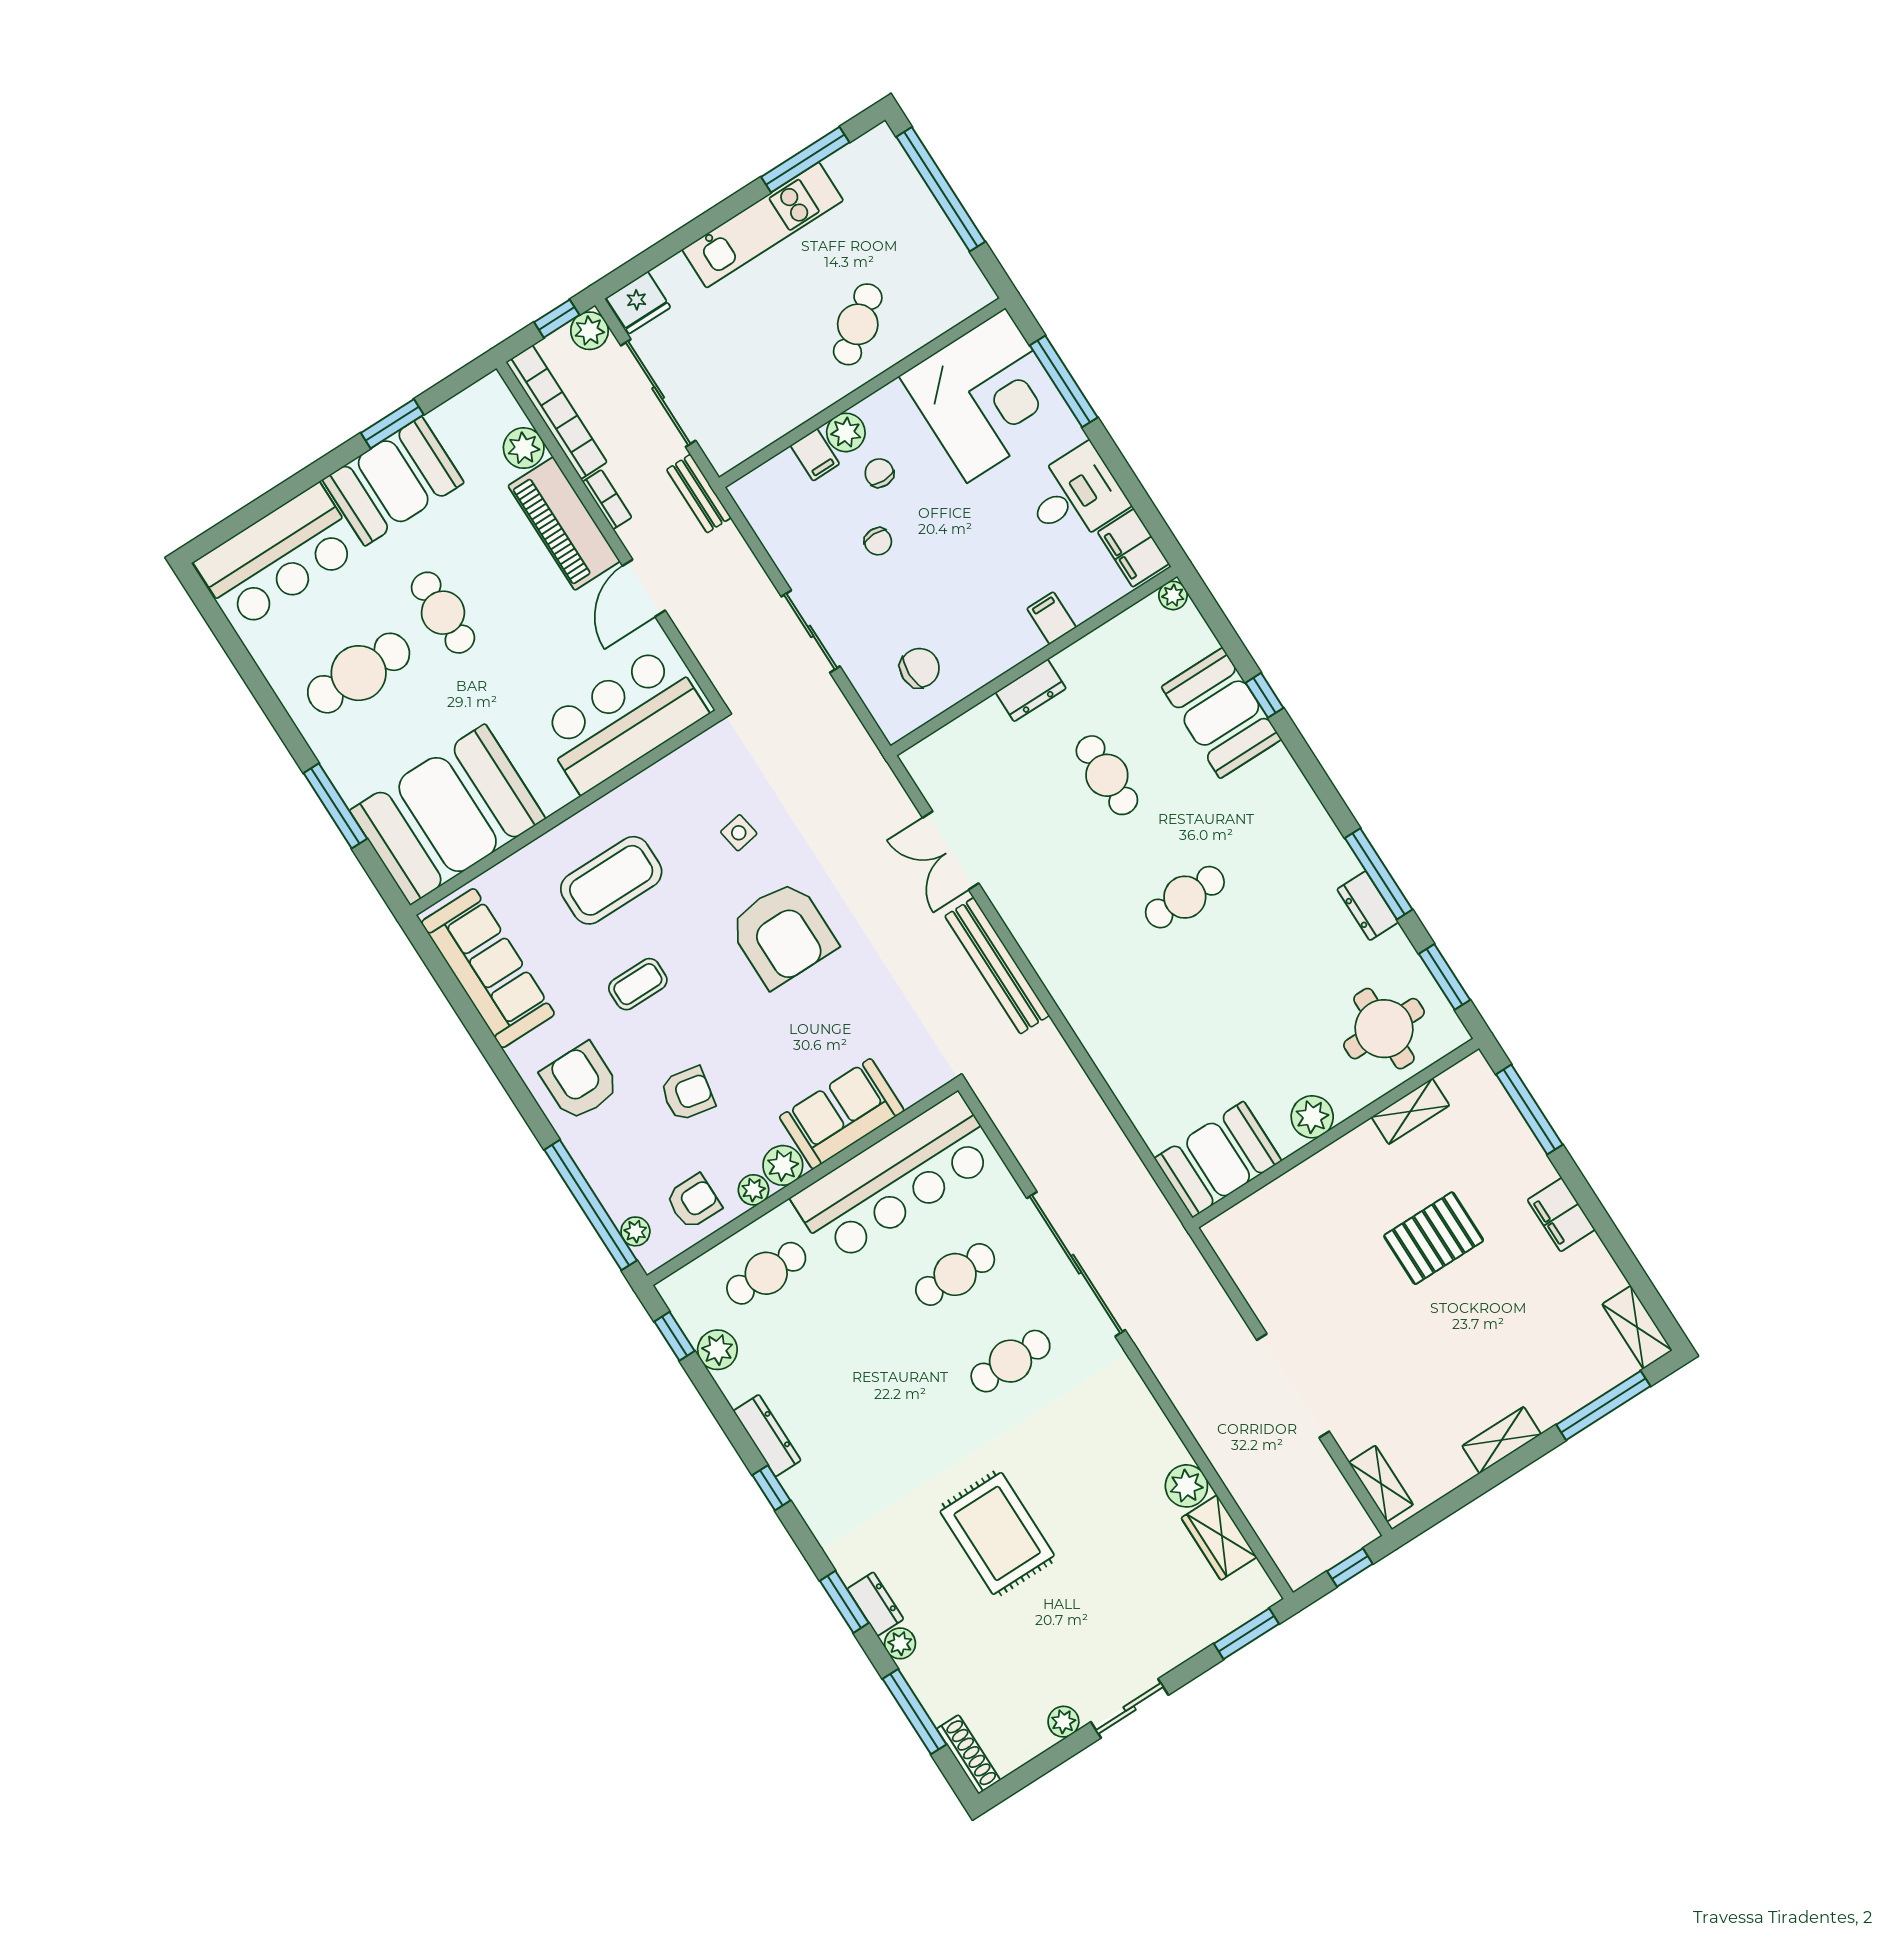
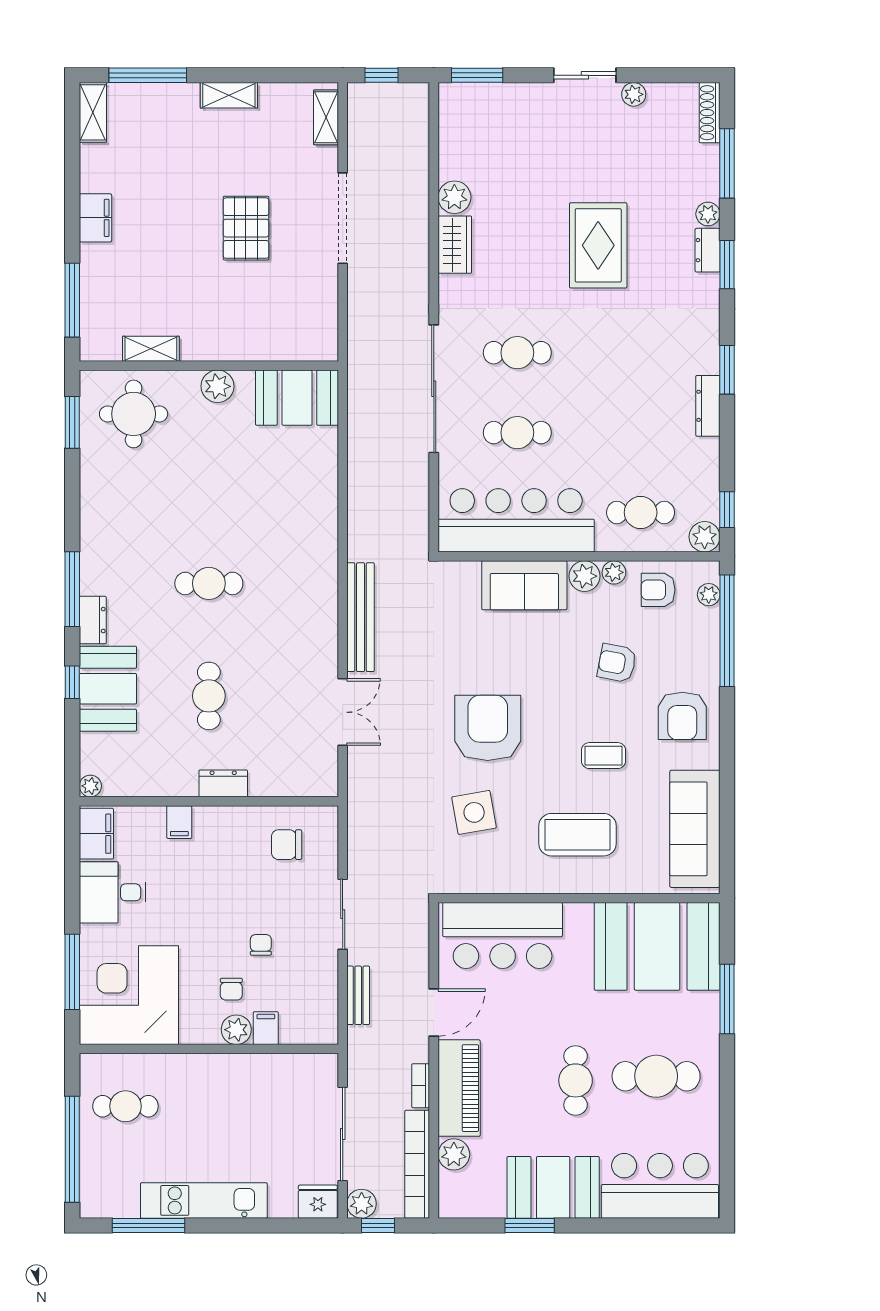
cafe table: (858, 324) -> (125, 1106), moved, turned 37
bench: (699, 494) -> (358, 995), moved
side table: (739, 833) -> (474, 812), width x1.87, depth x1.87
window: (1379, 874) -> (72, 589), moved
dresser: (1368, 906) -> (93, 620), moved
pallet: (1434, 1238) -> (246, 228), moved, turned 90
plant: (717, 1350) -> (705, 537), moved
window: (771, 1488) -> (727, 370), width x1.50
wardrobe: (1219, 1538) -> (455, 245), moved

